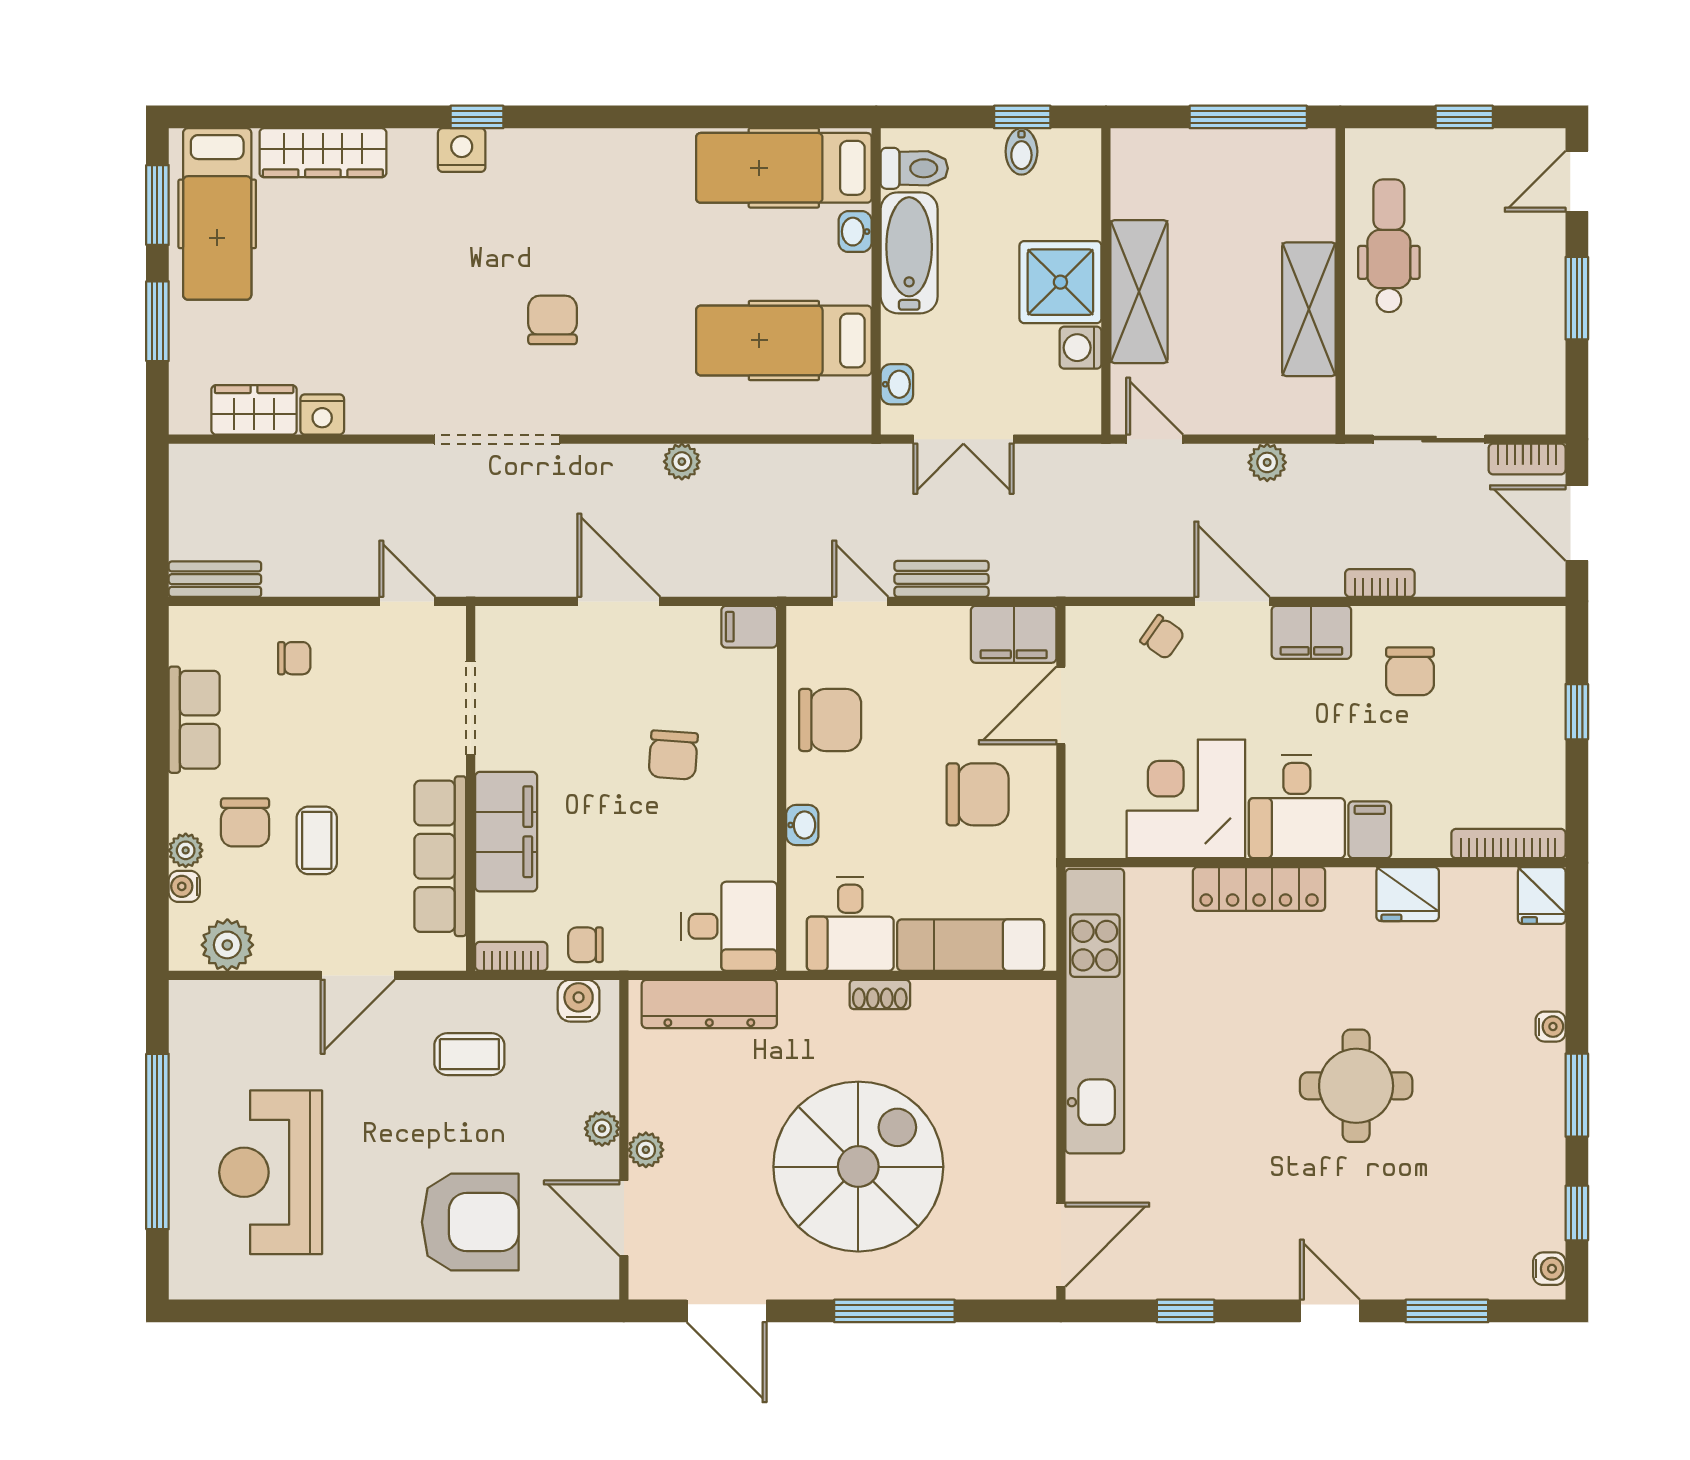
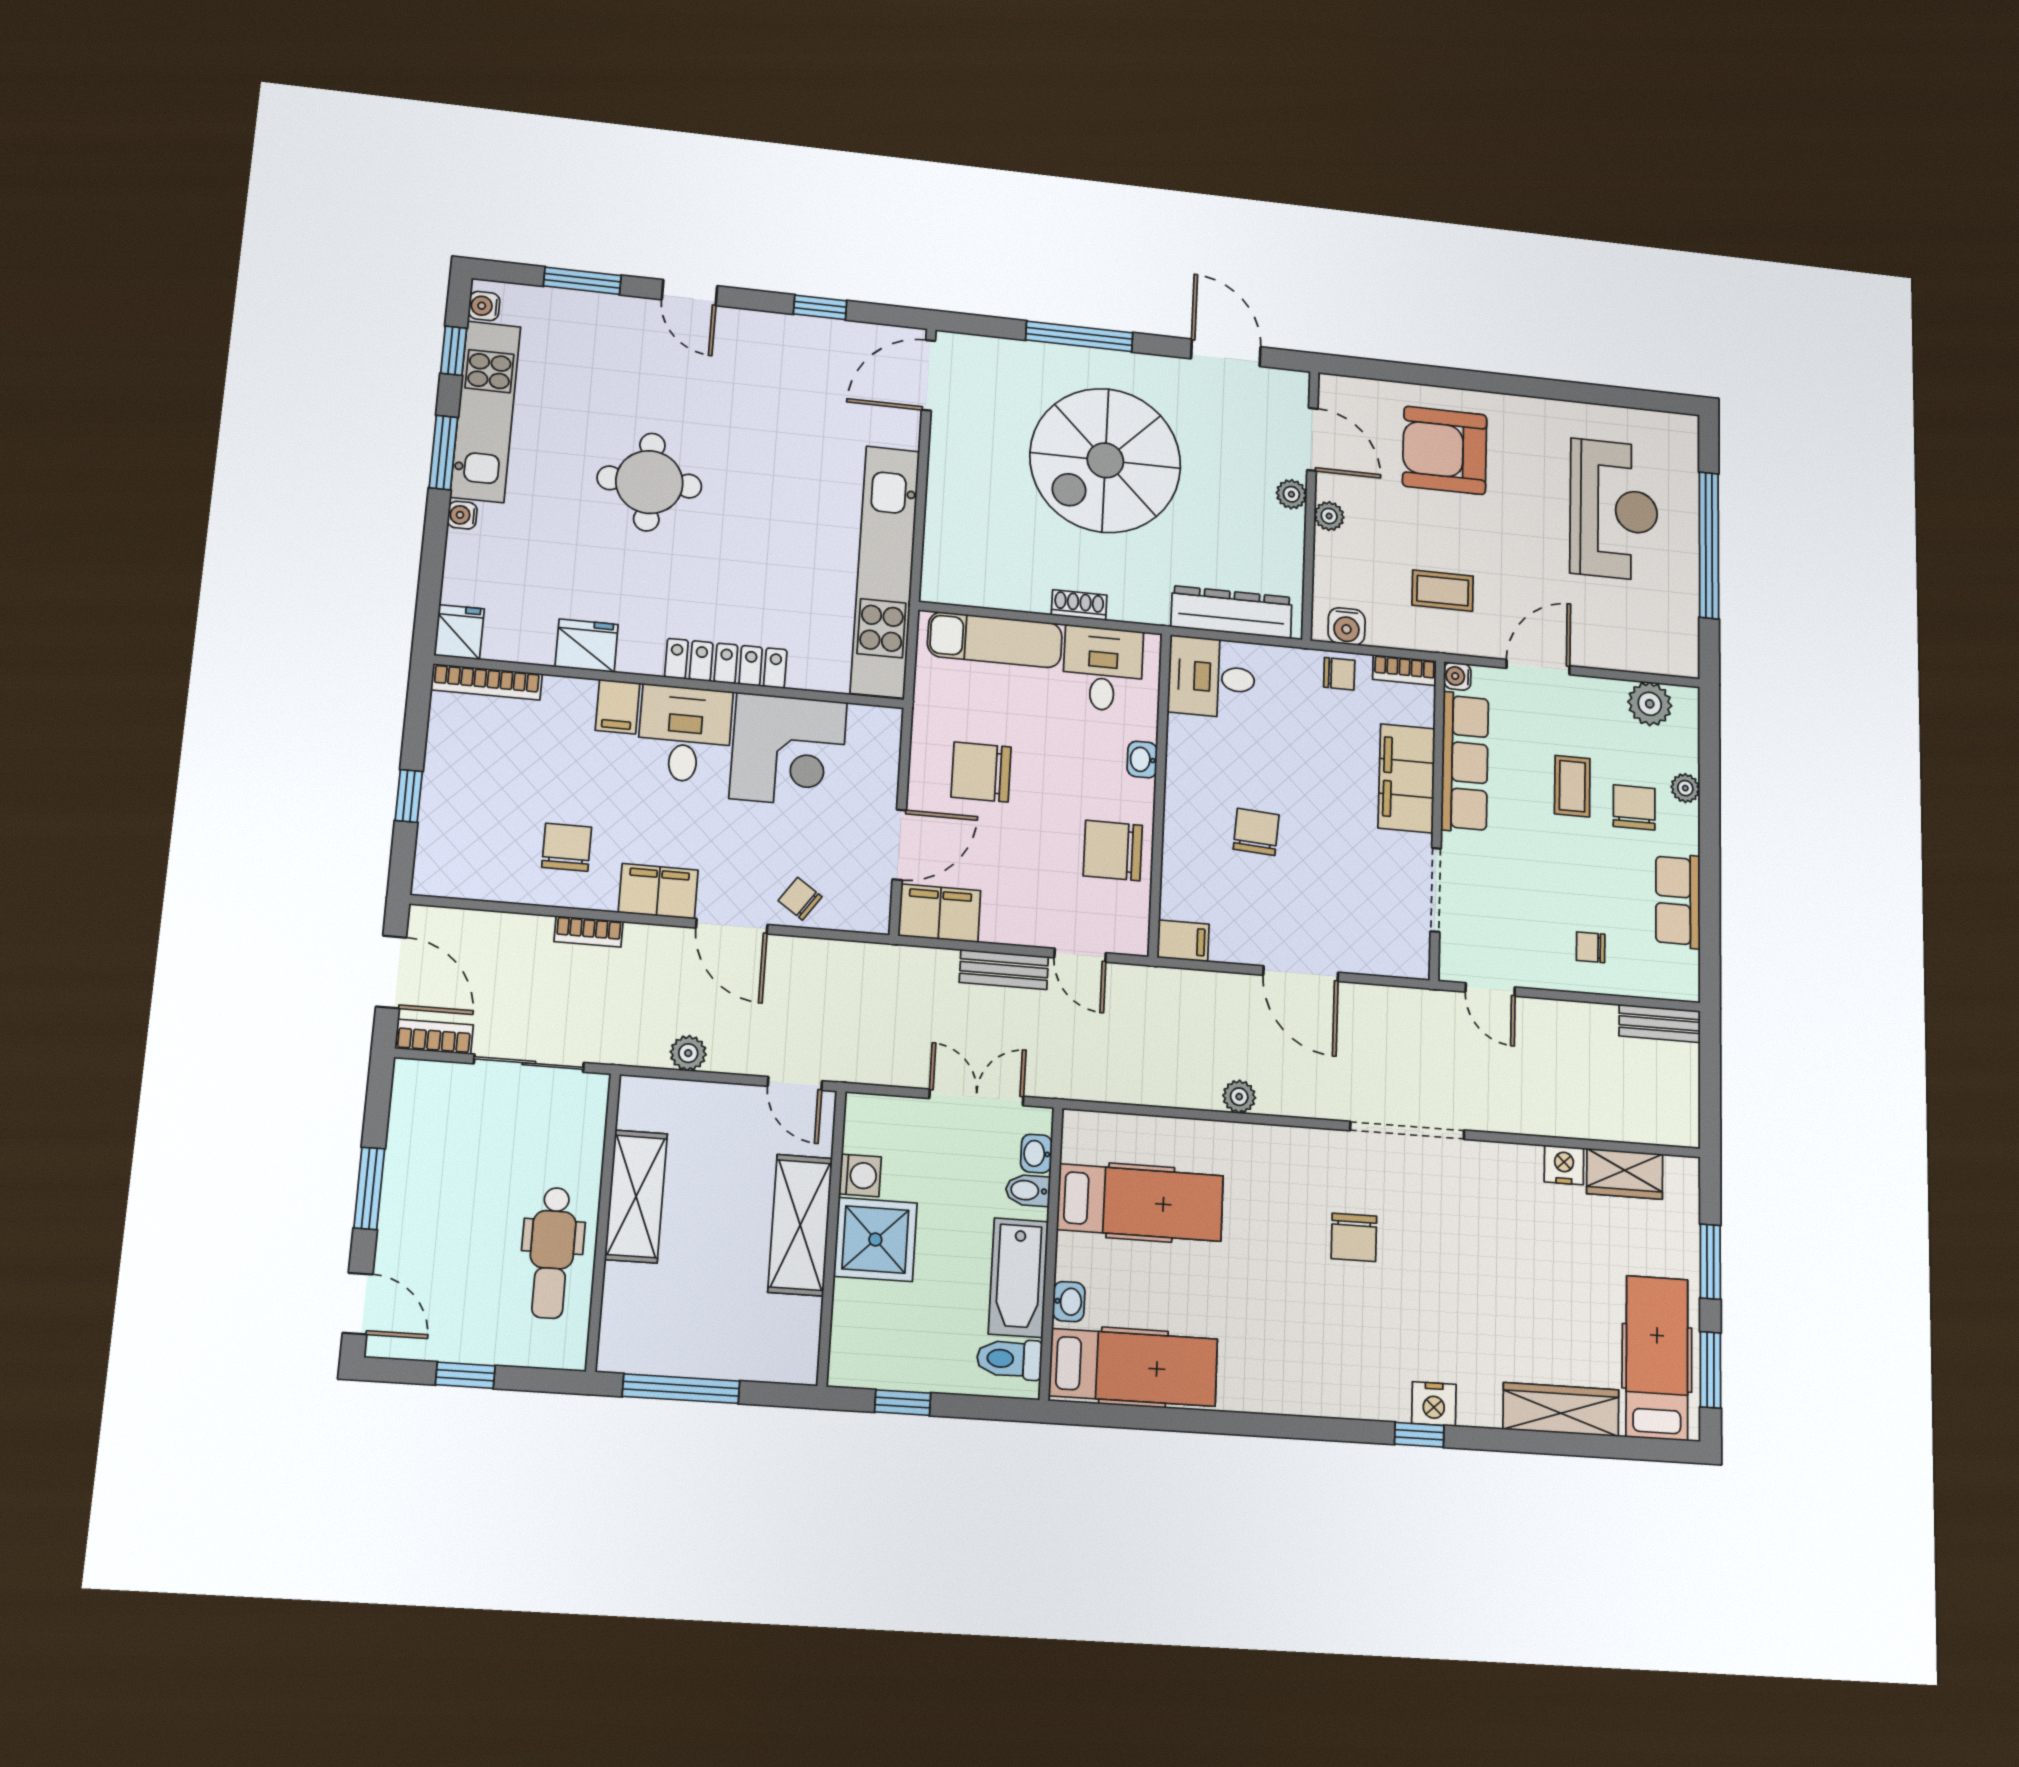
bidet: (1021, 151) -> (1028, 1190), moved, turned -90
door: (1577, 181) -> (358, 1304), hinge flipped
water cooler: (184, 886) -> (1457, 676), moved, turned 180
kitchen unit: (1537, 1147) -> (485, 411), added

